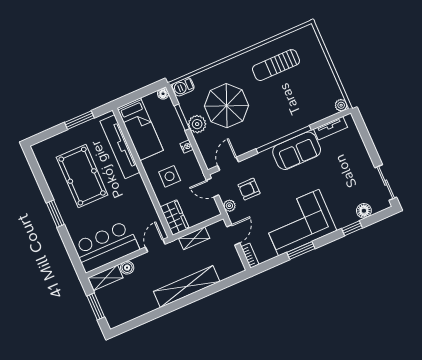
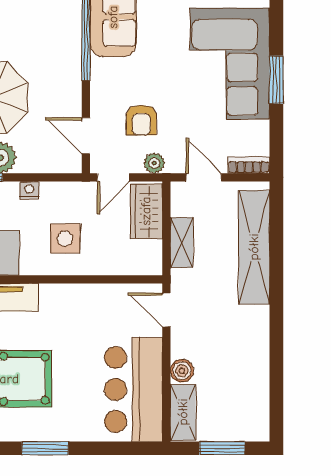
wardrobe: (175, 218) -> (146, 211), moved, turned -90
shelving: (187, 287) -> (254, 247), moved

